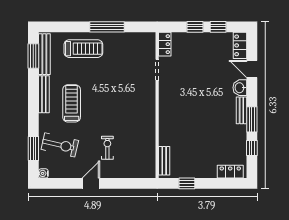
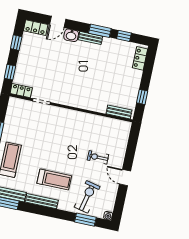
window: (195, 27) -> (10, 72), moved
treadmill: (72, 103) -> (54, 180), turned 180

